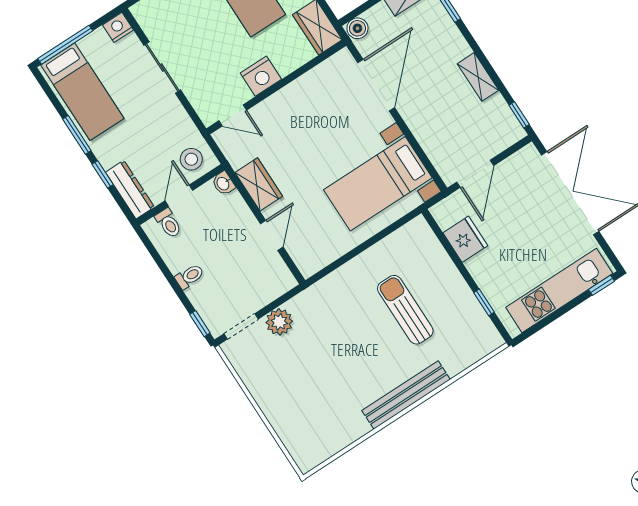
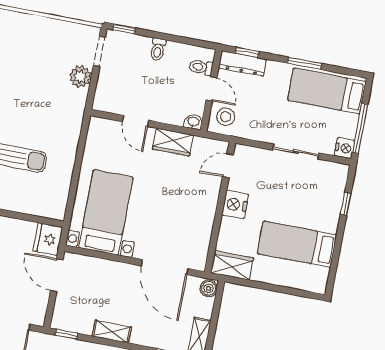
window: (65, 45) -> (360, 128), moved
window: (103, 174) -> (247, 52), moved
fridge: (465, 239) -> (48, 239), moved, turned 90

